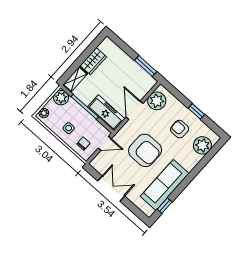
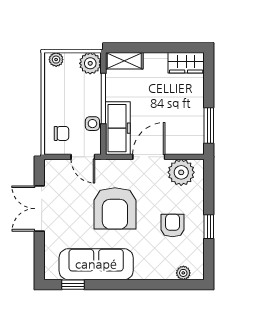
wardrobe: (93, 61) -> (186, 63), moved
side table: (69, 128) -> (92, 124), moved
plant: (202, 145) -> (183, 273), width x0.53, depth x0.53
double door: (111, 189) -> (39, 209), swing flipped

